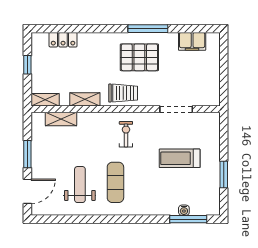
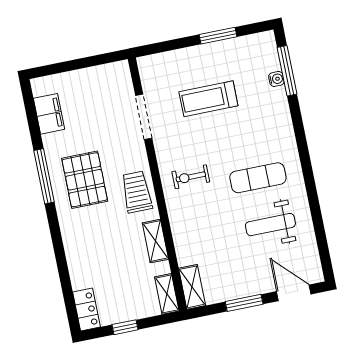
locker: (63, 40) -> (87, 310), moved
shelving: (61, 119) -> (192, 287), moved
treadmill: (180, 158) -> (208, 99), turned 90

